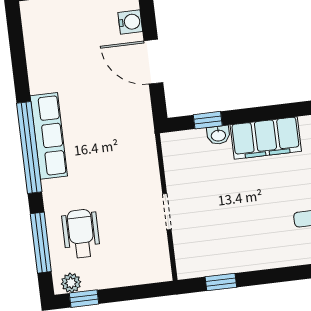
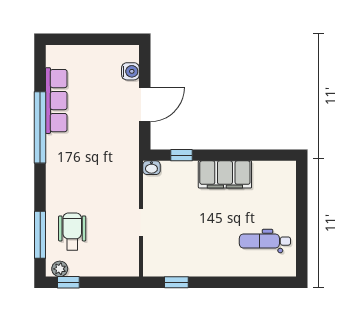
door: (153, 62) -> (145, 105), swing flipped
washbasin: (218, 135) -> (151, 168), moved
row of seats: (49, 136) -> (56, 101), moved
window: (29, 148) -> (40, 127), moved

